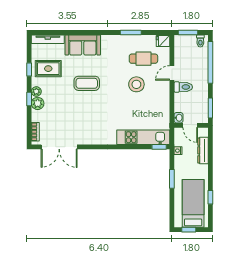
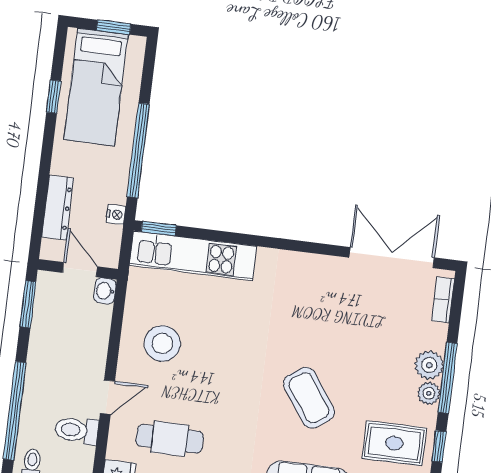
coffee table: (87, 83) -> (309, 398), turned 55
stool: (136, 84) -> (162, 343), moved
toilet: (183, 87) -> (77, 430), moved
window: (29, 99) -> (448, 378), width x2.17
window: (172, 179) -> (138, 150), width x2.11

